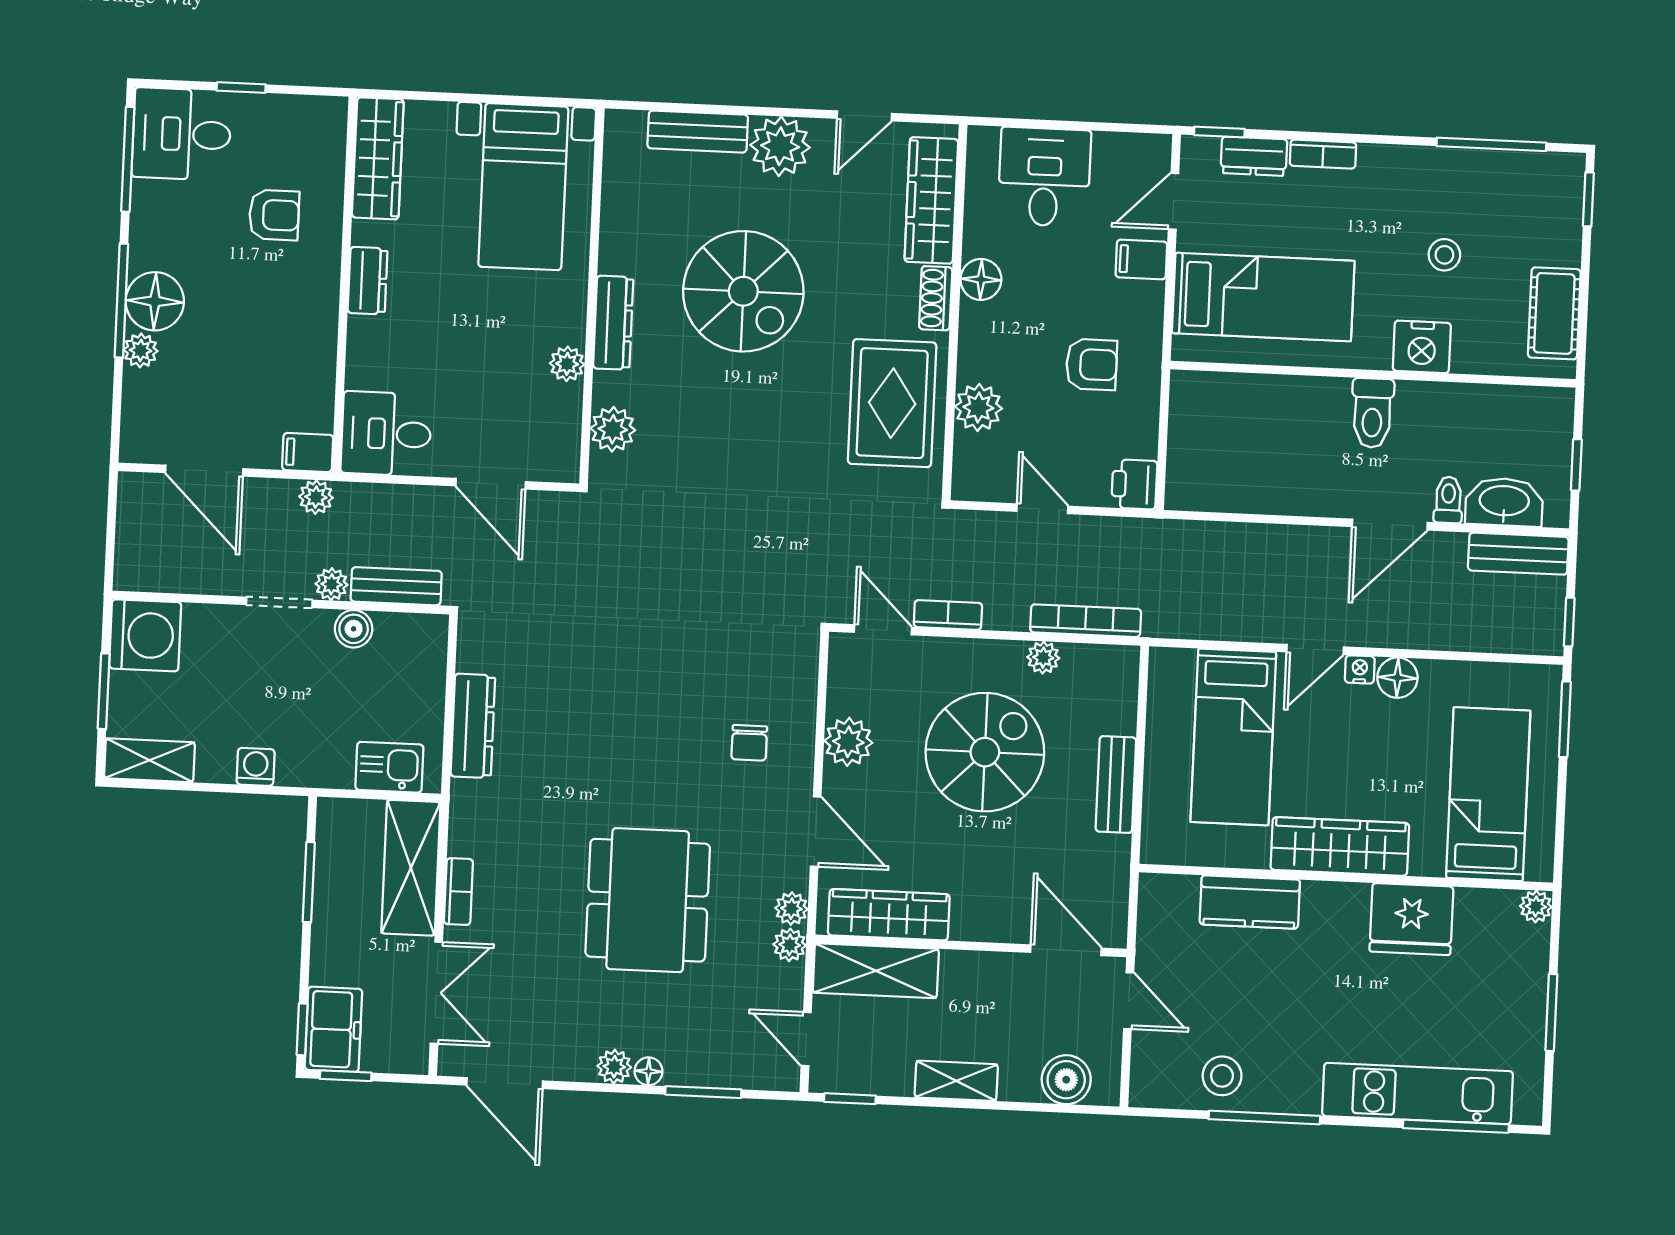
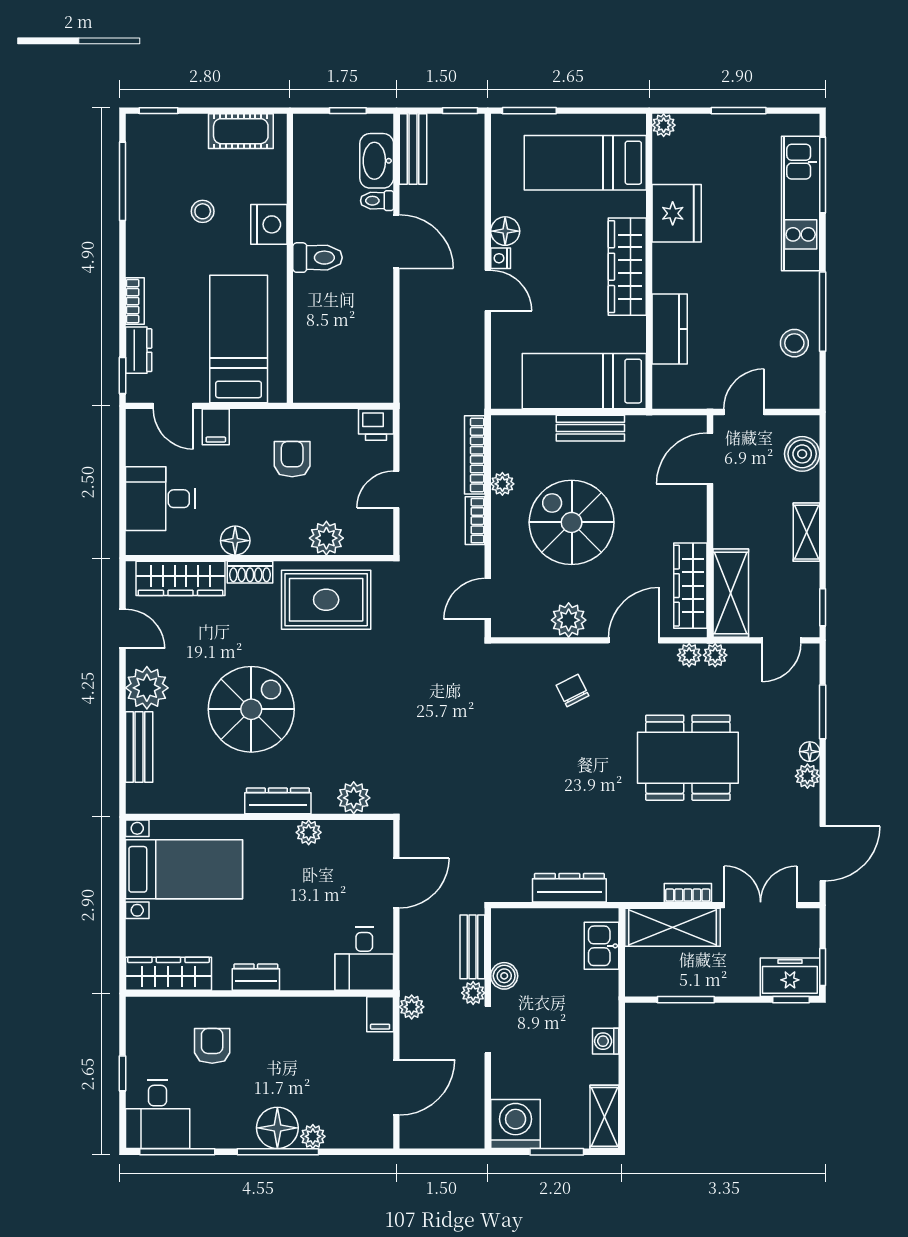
bookcase: (948, 615) -> (475, 521), moved
bed: (1233, 737) -> (584, 381), moved, turned 180
chair: (749, 743) -> (573, 690), turned -117

